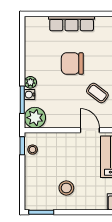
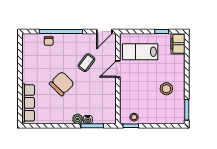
row of seats: (72, 23) -> (28, 103), moved
chair: (72, 64) -> (62, 84), turned -135
plant: (35, 118) -> (107, 115), removed

